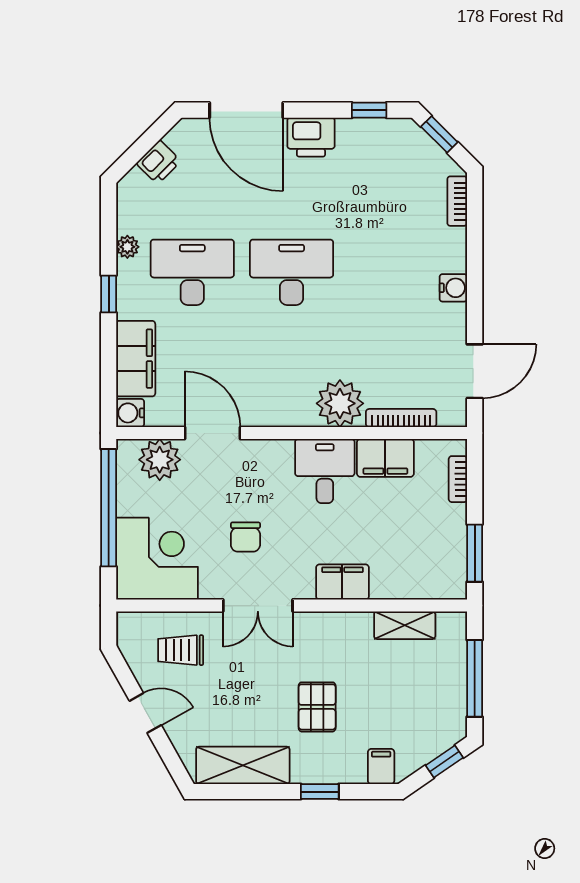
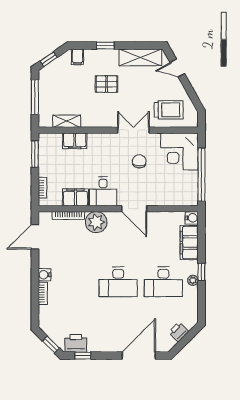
door: (246, 110) -> (139, 356), hinge flipped
printer: (311, 137) -> (76, 343), moved
bookcase: (457, 201) -> (43, 293), moved
plant: (127, 247) -> (193, 280), moved
door: (213, 433) -> (134, 209), moved
plant: (160, 460) -> (178, 197), removed
filing cabinet: (342, 582) -> (75, 141), moved
trolley: (181, 650) -> (169, 110), width x1.36, depth x1.39
pallet: (317, 707) -> (107, 84), turned 90
door: (145, 713) -> (177, 68), moved

